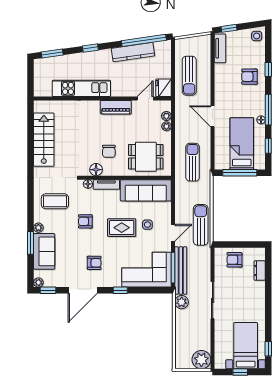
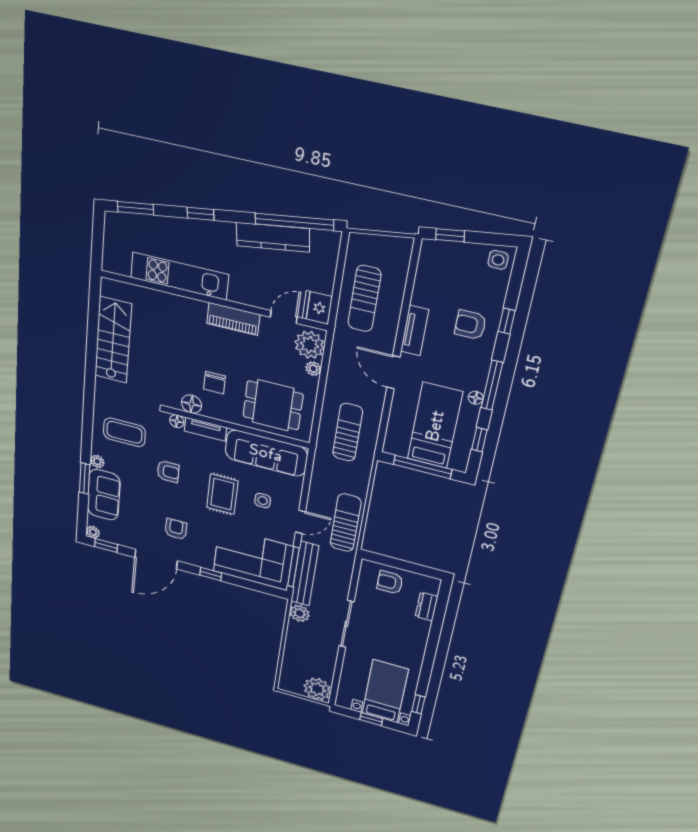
tv unit: (220, 48) -> (415, 331), moved
plant: (166, 116) -> (309, 345), width x1.87, depth x1.87
armchair: (85, 221) -> (168, 471), turned 180
rug: (122, 228) -> (222, 494), turned 90
armchair: (94, 263) -> (176, 529), turned -90

